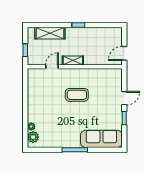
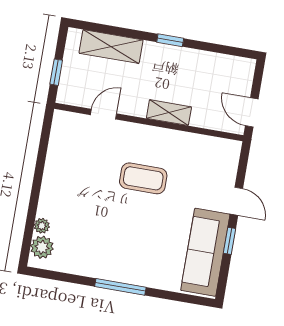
door: (124, 53) -> (252, 112), hinge flipped
shelving: (73, 60) -> (169, 113), moved
door: (124, 98) -> (236, 201), hinge flipped
sofa: (101, 139) -> (205, 252), moved, turned -90

